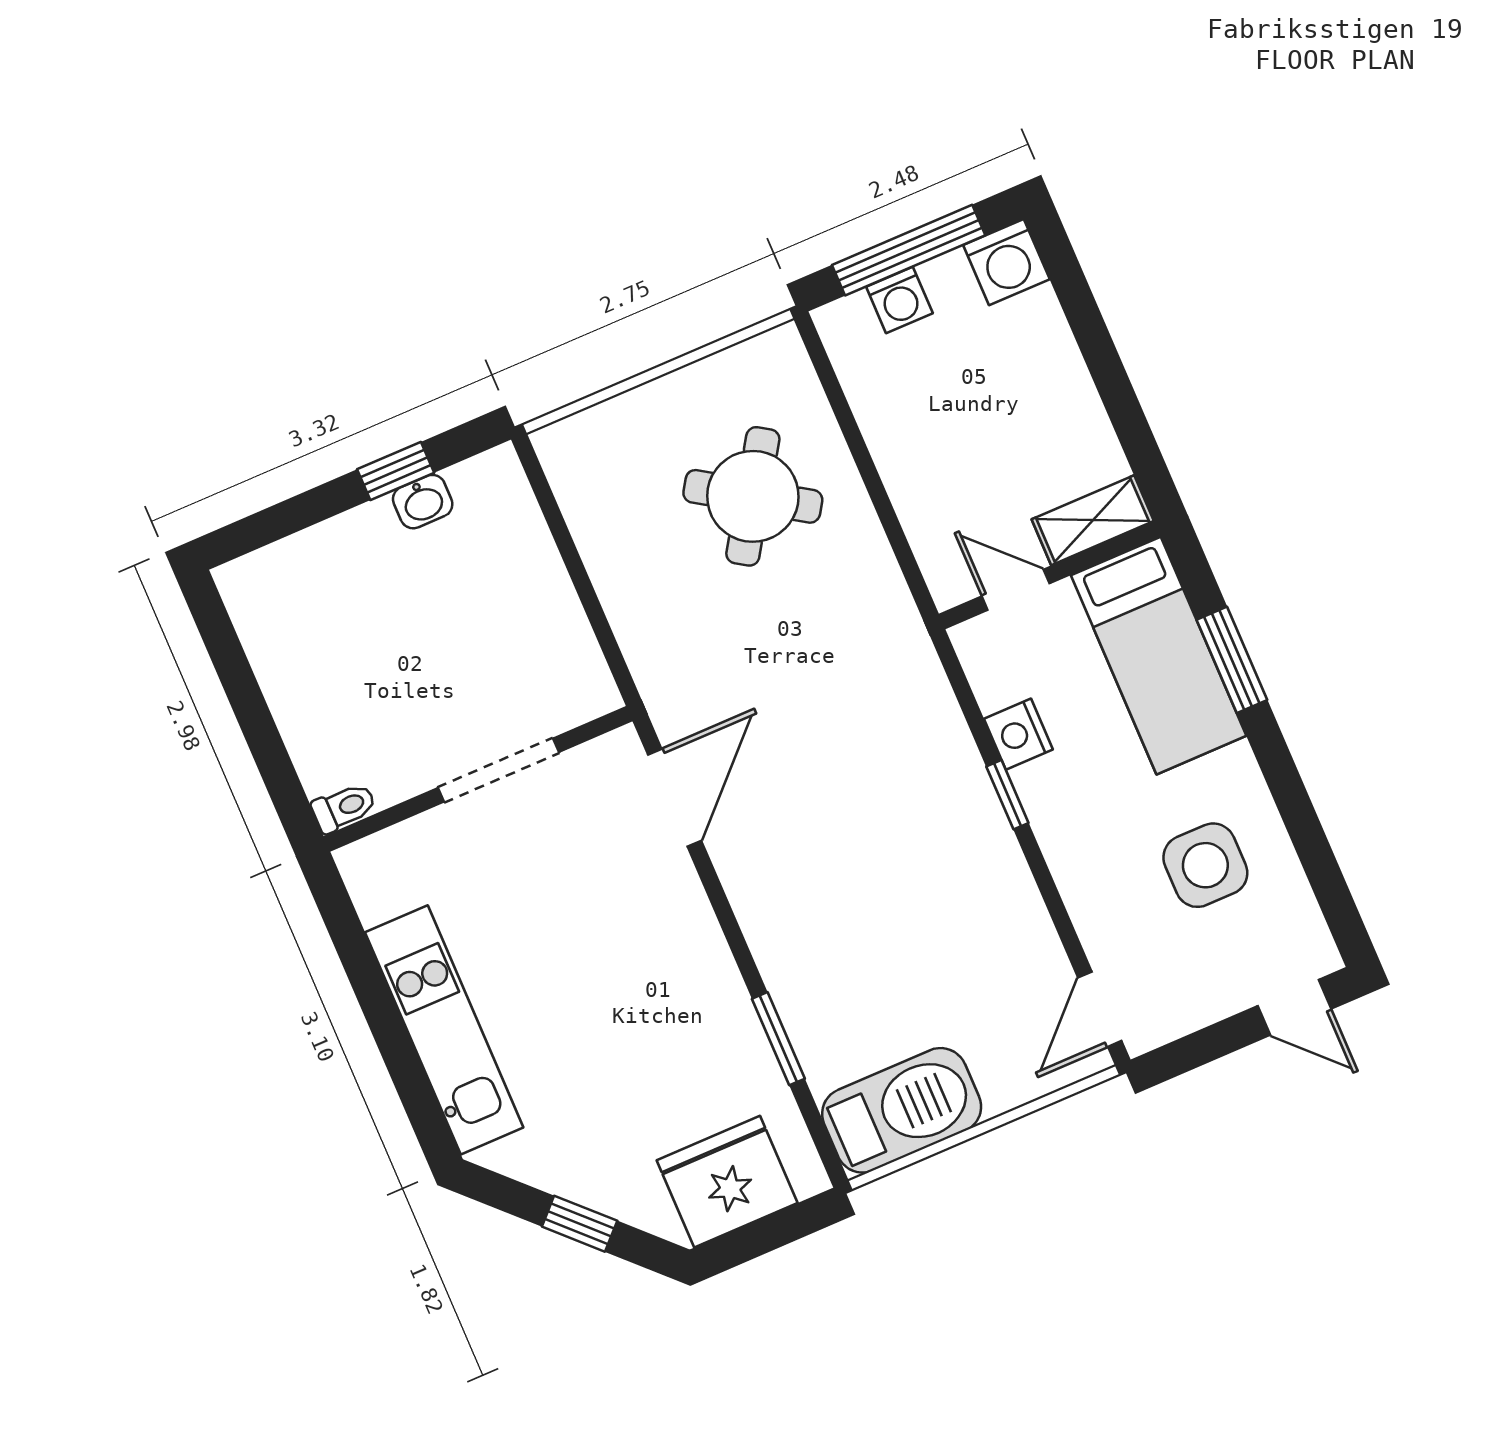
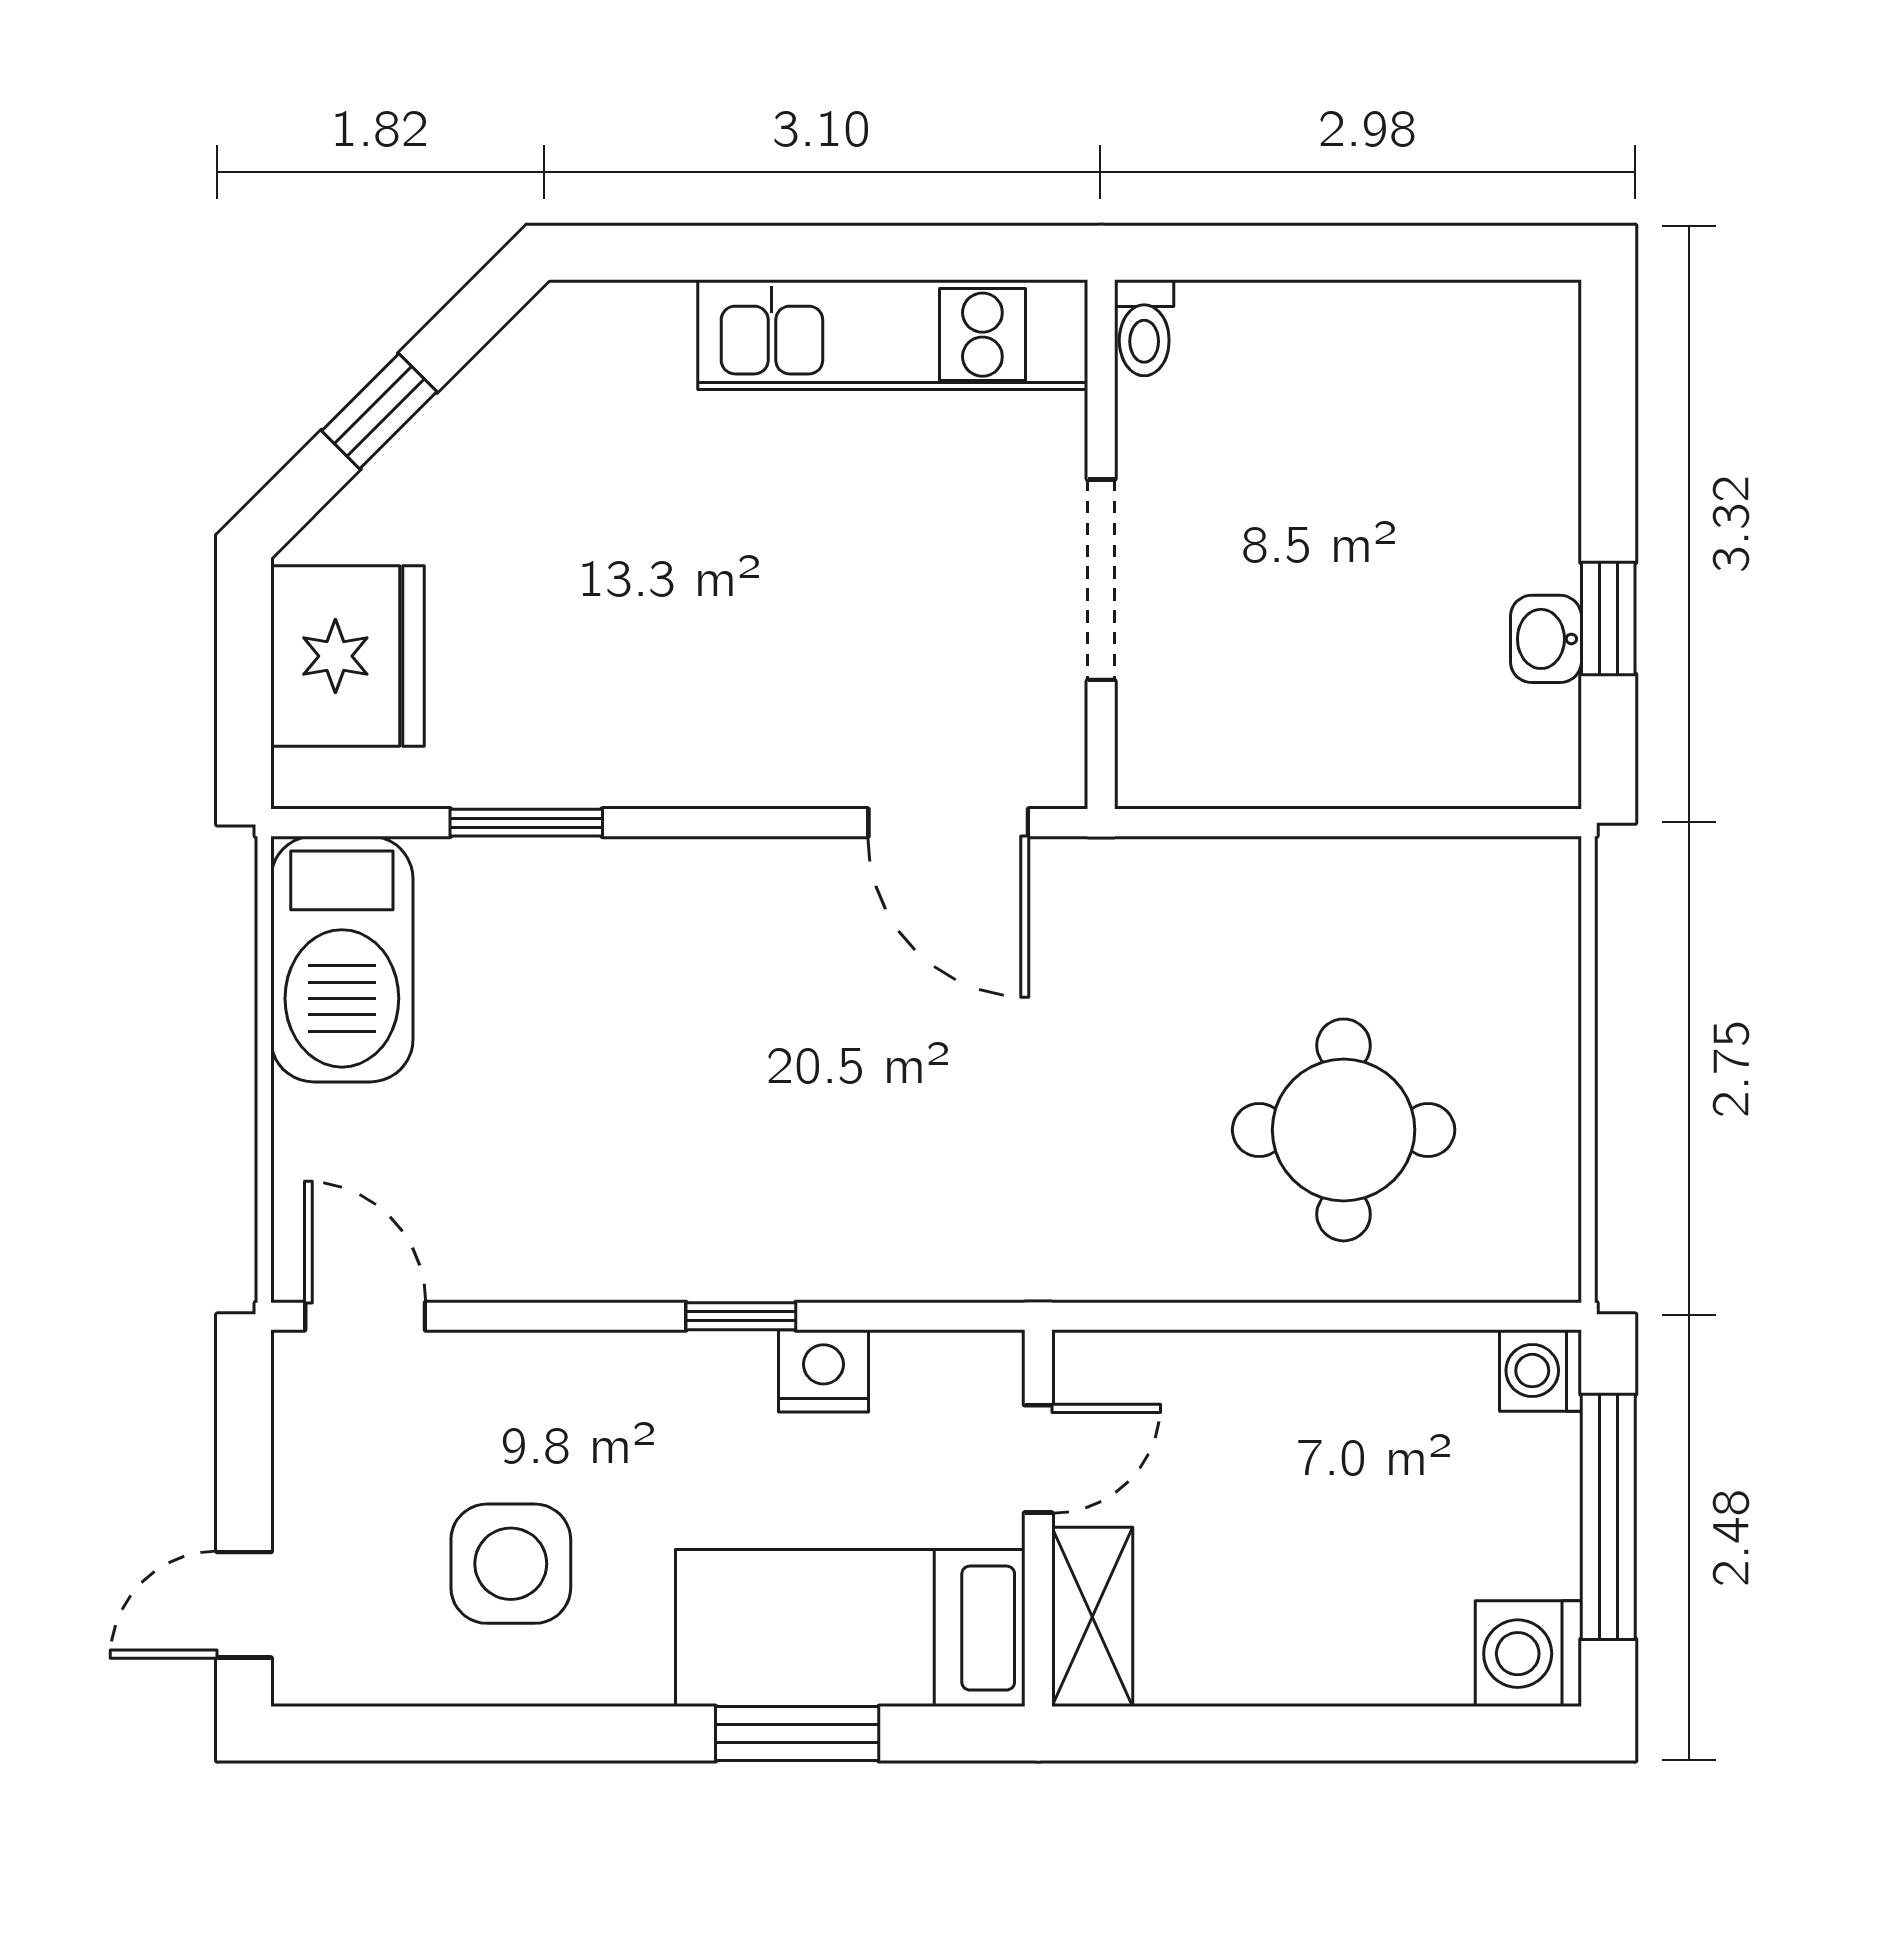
washing machine: (899, 300) -> (1540, 1371), moved
round table: (753, 496) -> (1344, 1130), turned -33
kitchen unit: (444, 1030) -> (893, 335), moved

